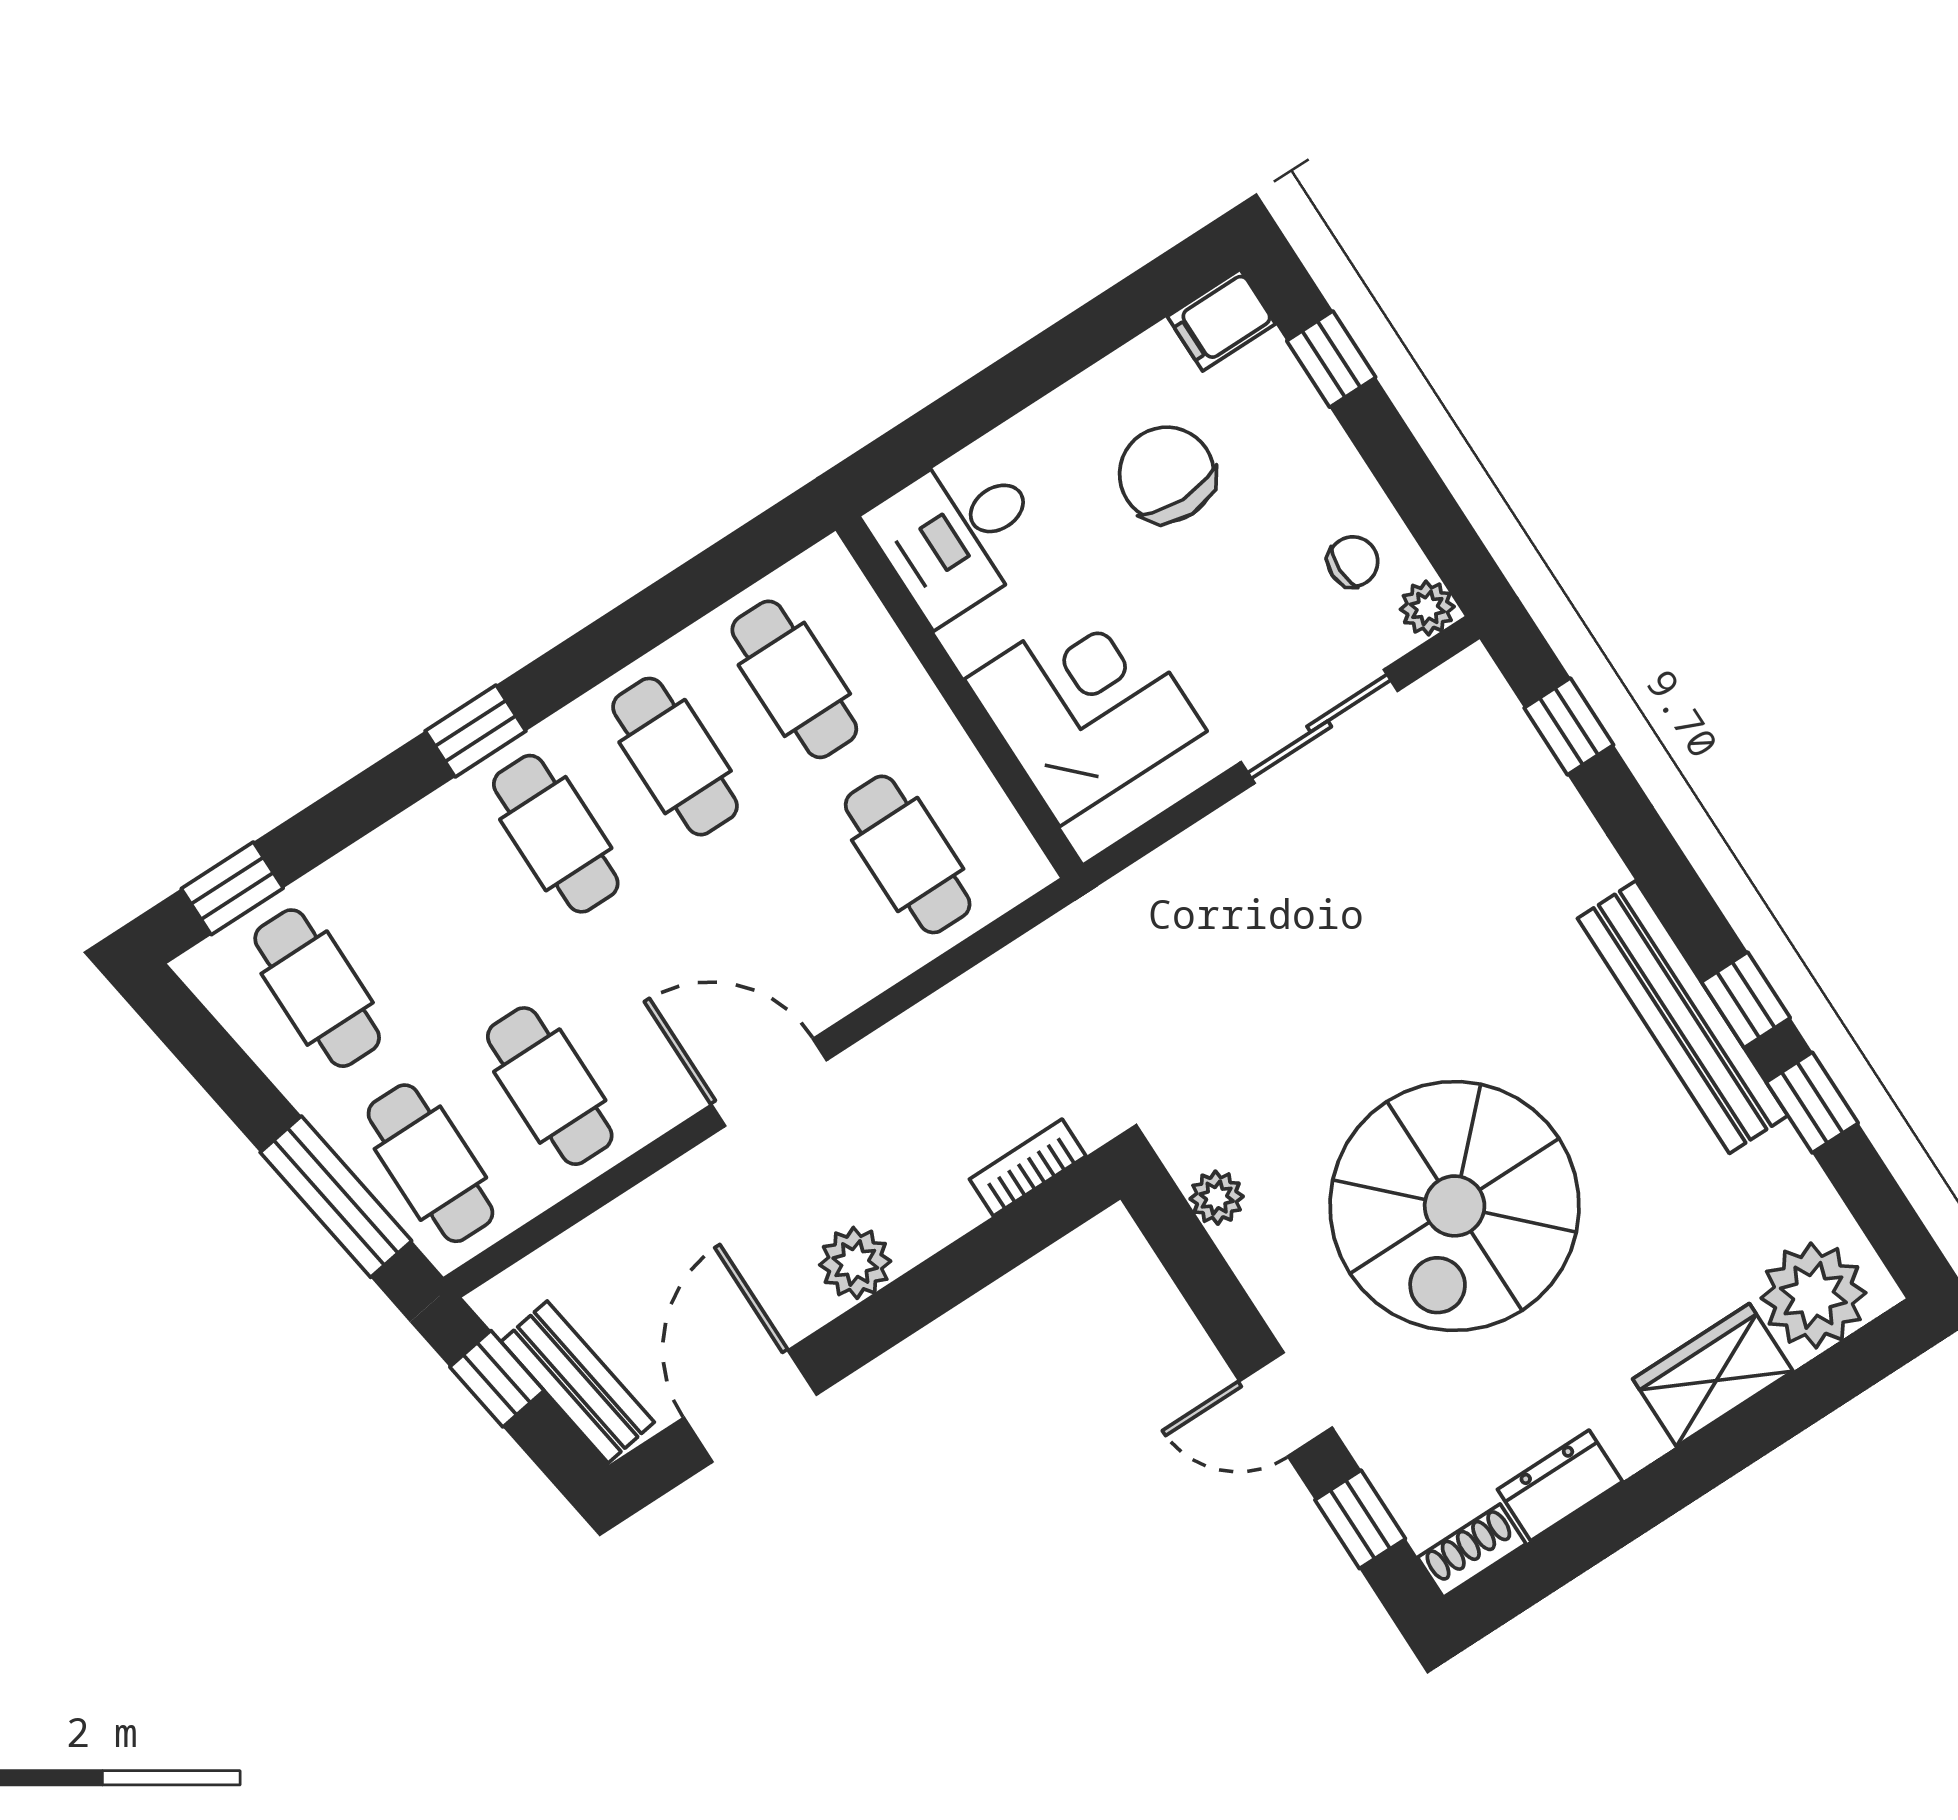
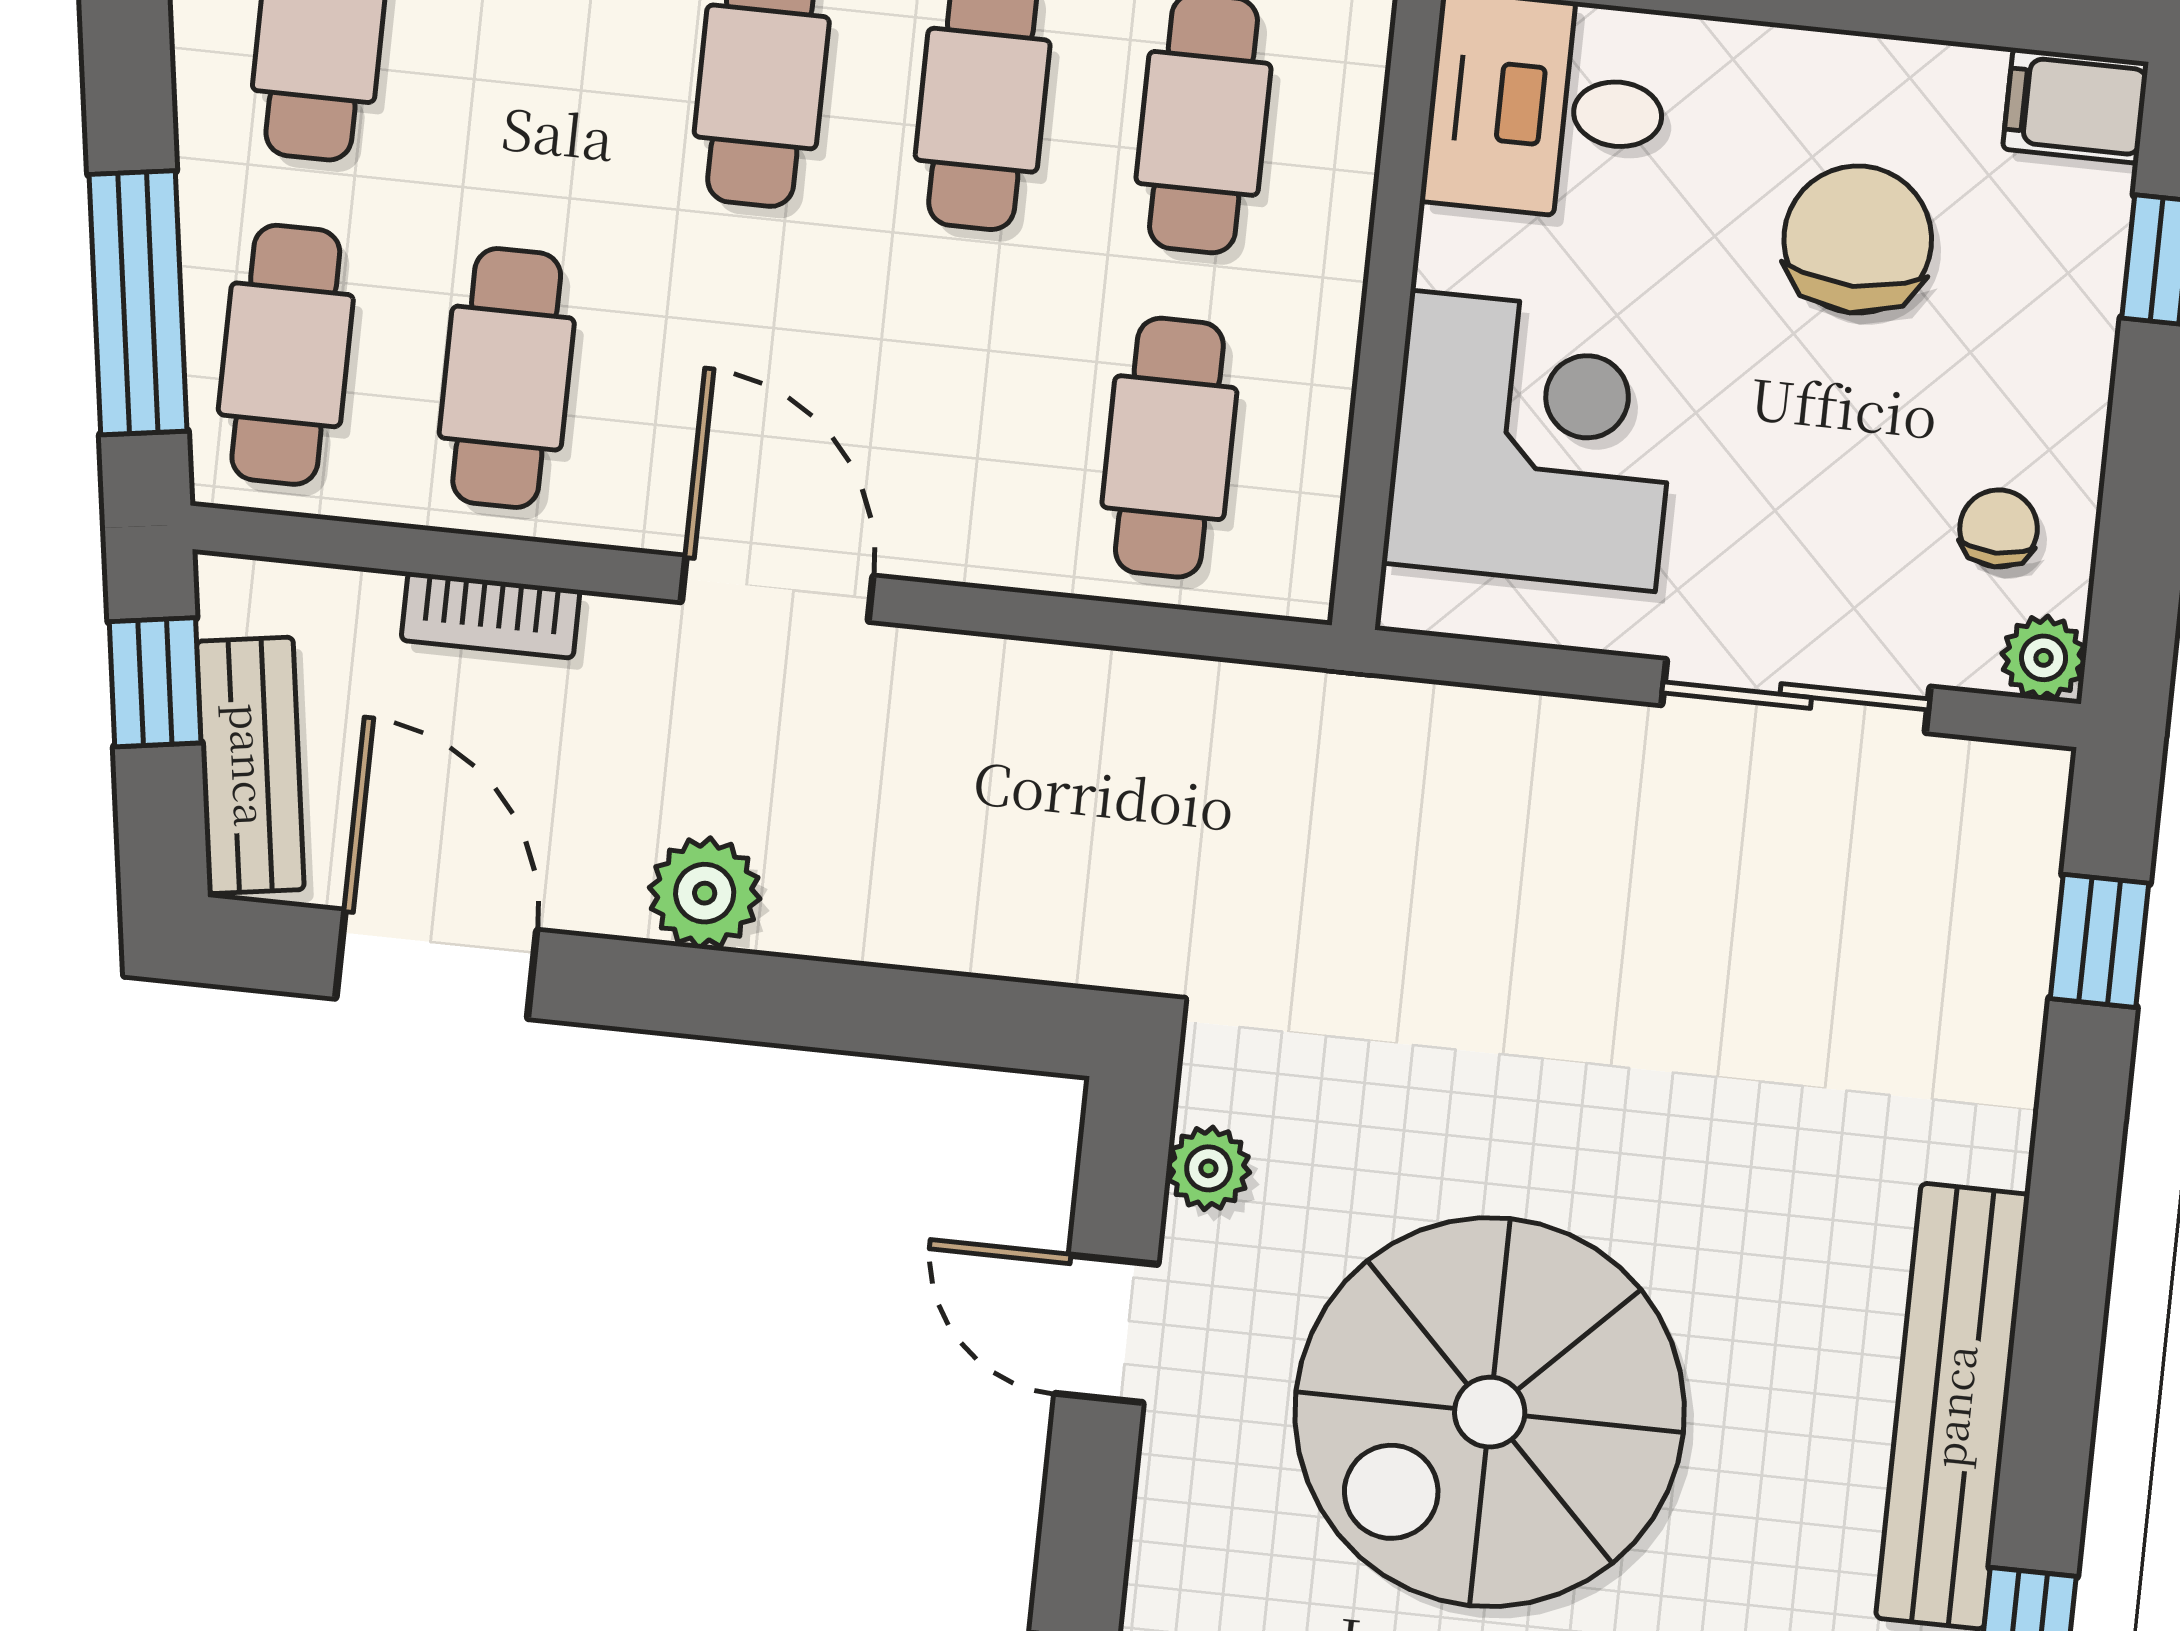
chair: (1353, 562) -> (1999, 528), turned -90
window: (1746, 1000) -> (2046, 1447), removed
bookcase: (1028, 1168) -> (491, 615), moved, turned 180
door: (1286, 1404) -> (1106, 1329), moved
door: (750, 1406) -> (436, 964), hinge flipped

